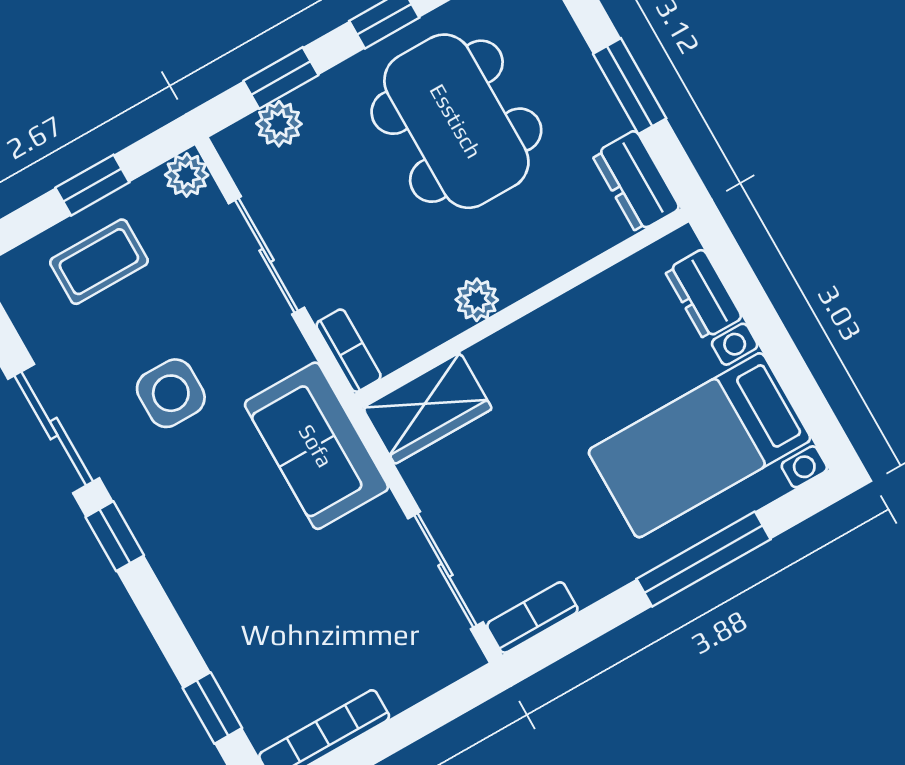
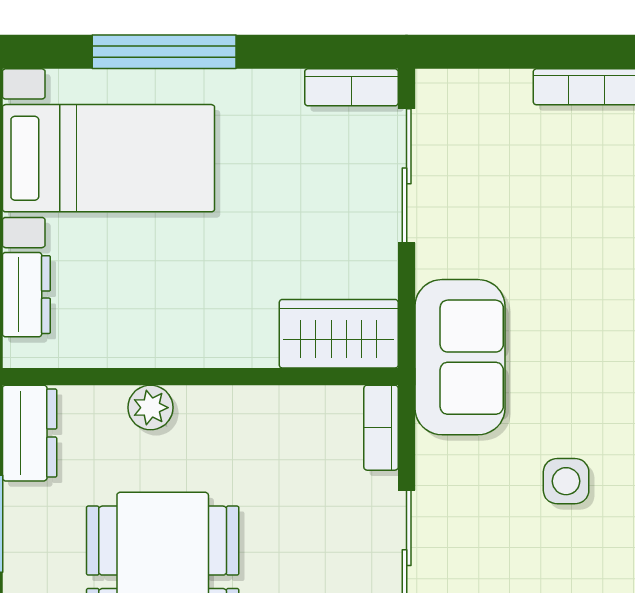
plant: (477, 300) -> (150, 408), moved
side table: (171, 393) -> (566, 481), width x0.73, depth x0.73

